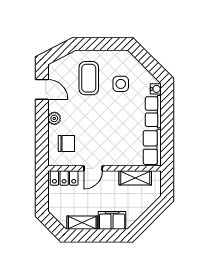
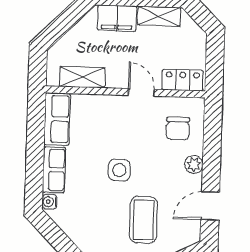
side table: (121, 84) -> (119, 170), moved
door: (42, 89) -> (210, 206), hinge flipped
chair: (66, 144) -> (178, 129), turned -90
door: (93, 168) -> (141, 92), hinge flipped

